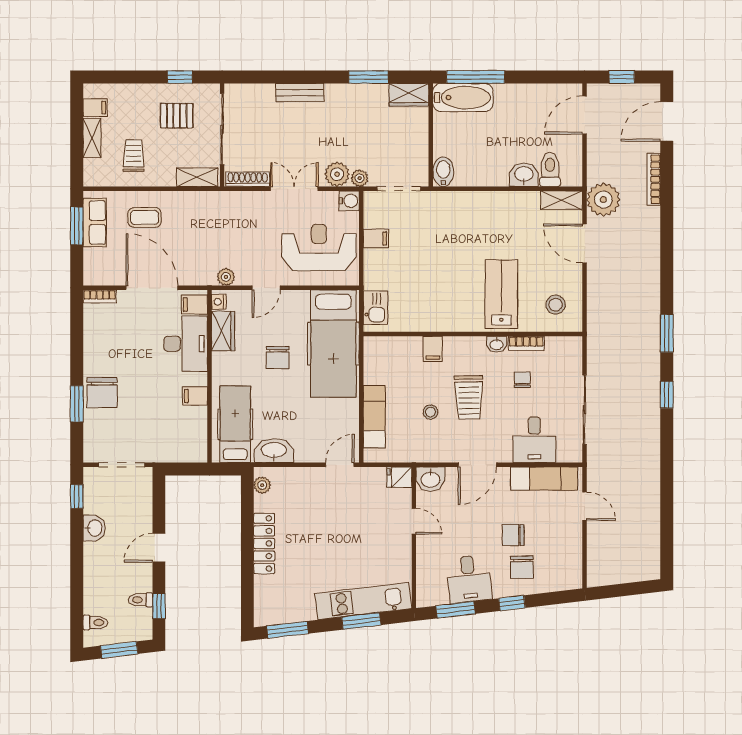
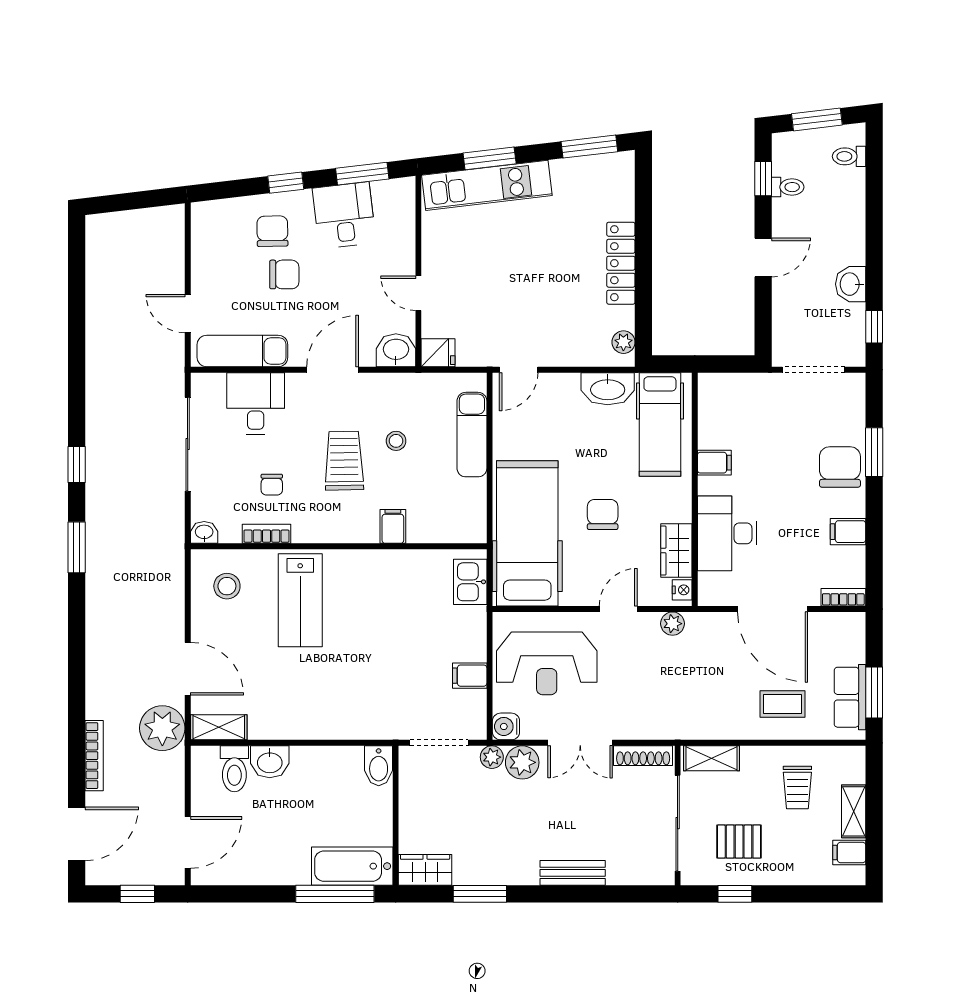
filing cabinet: (194, 304) -> (848, 532), moved, turned 180
washbasin: (497, 344) -> (204, 532), moved

